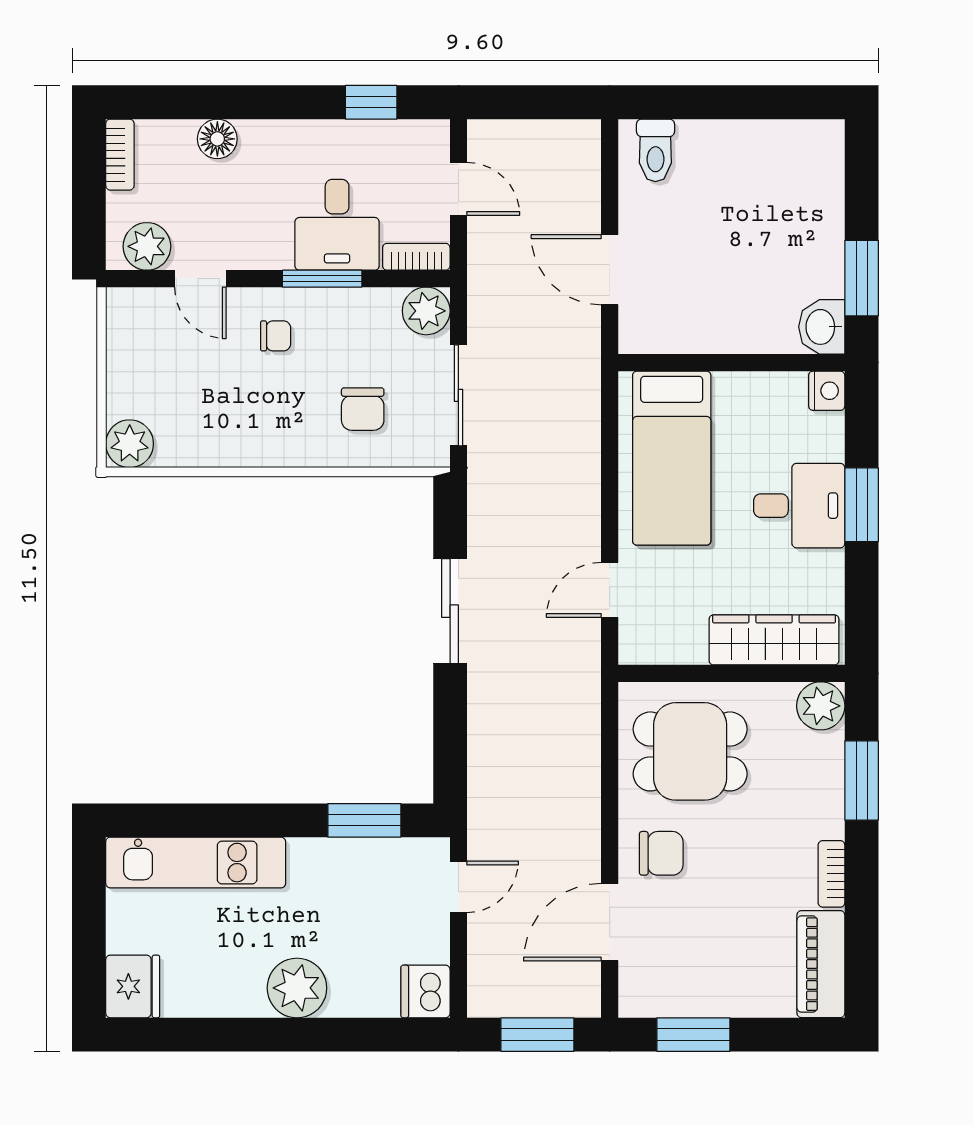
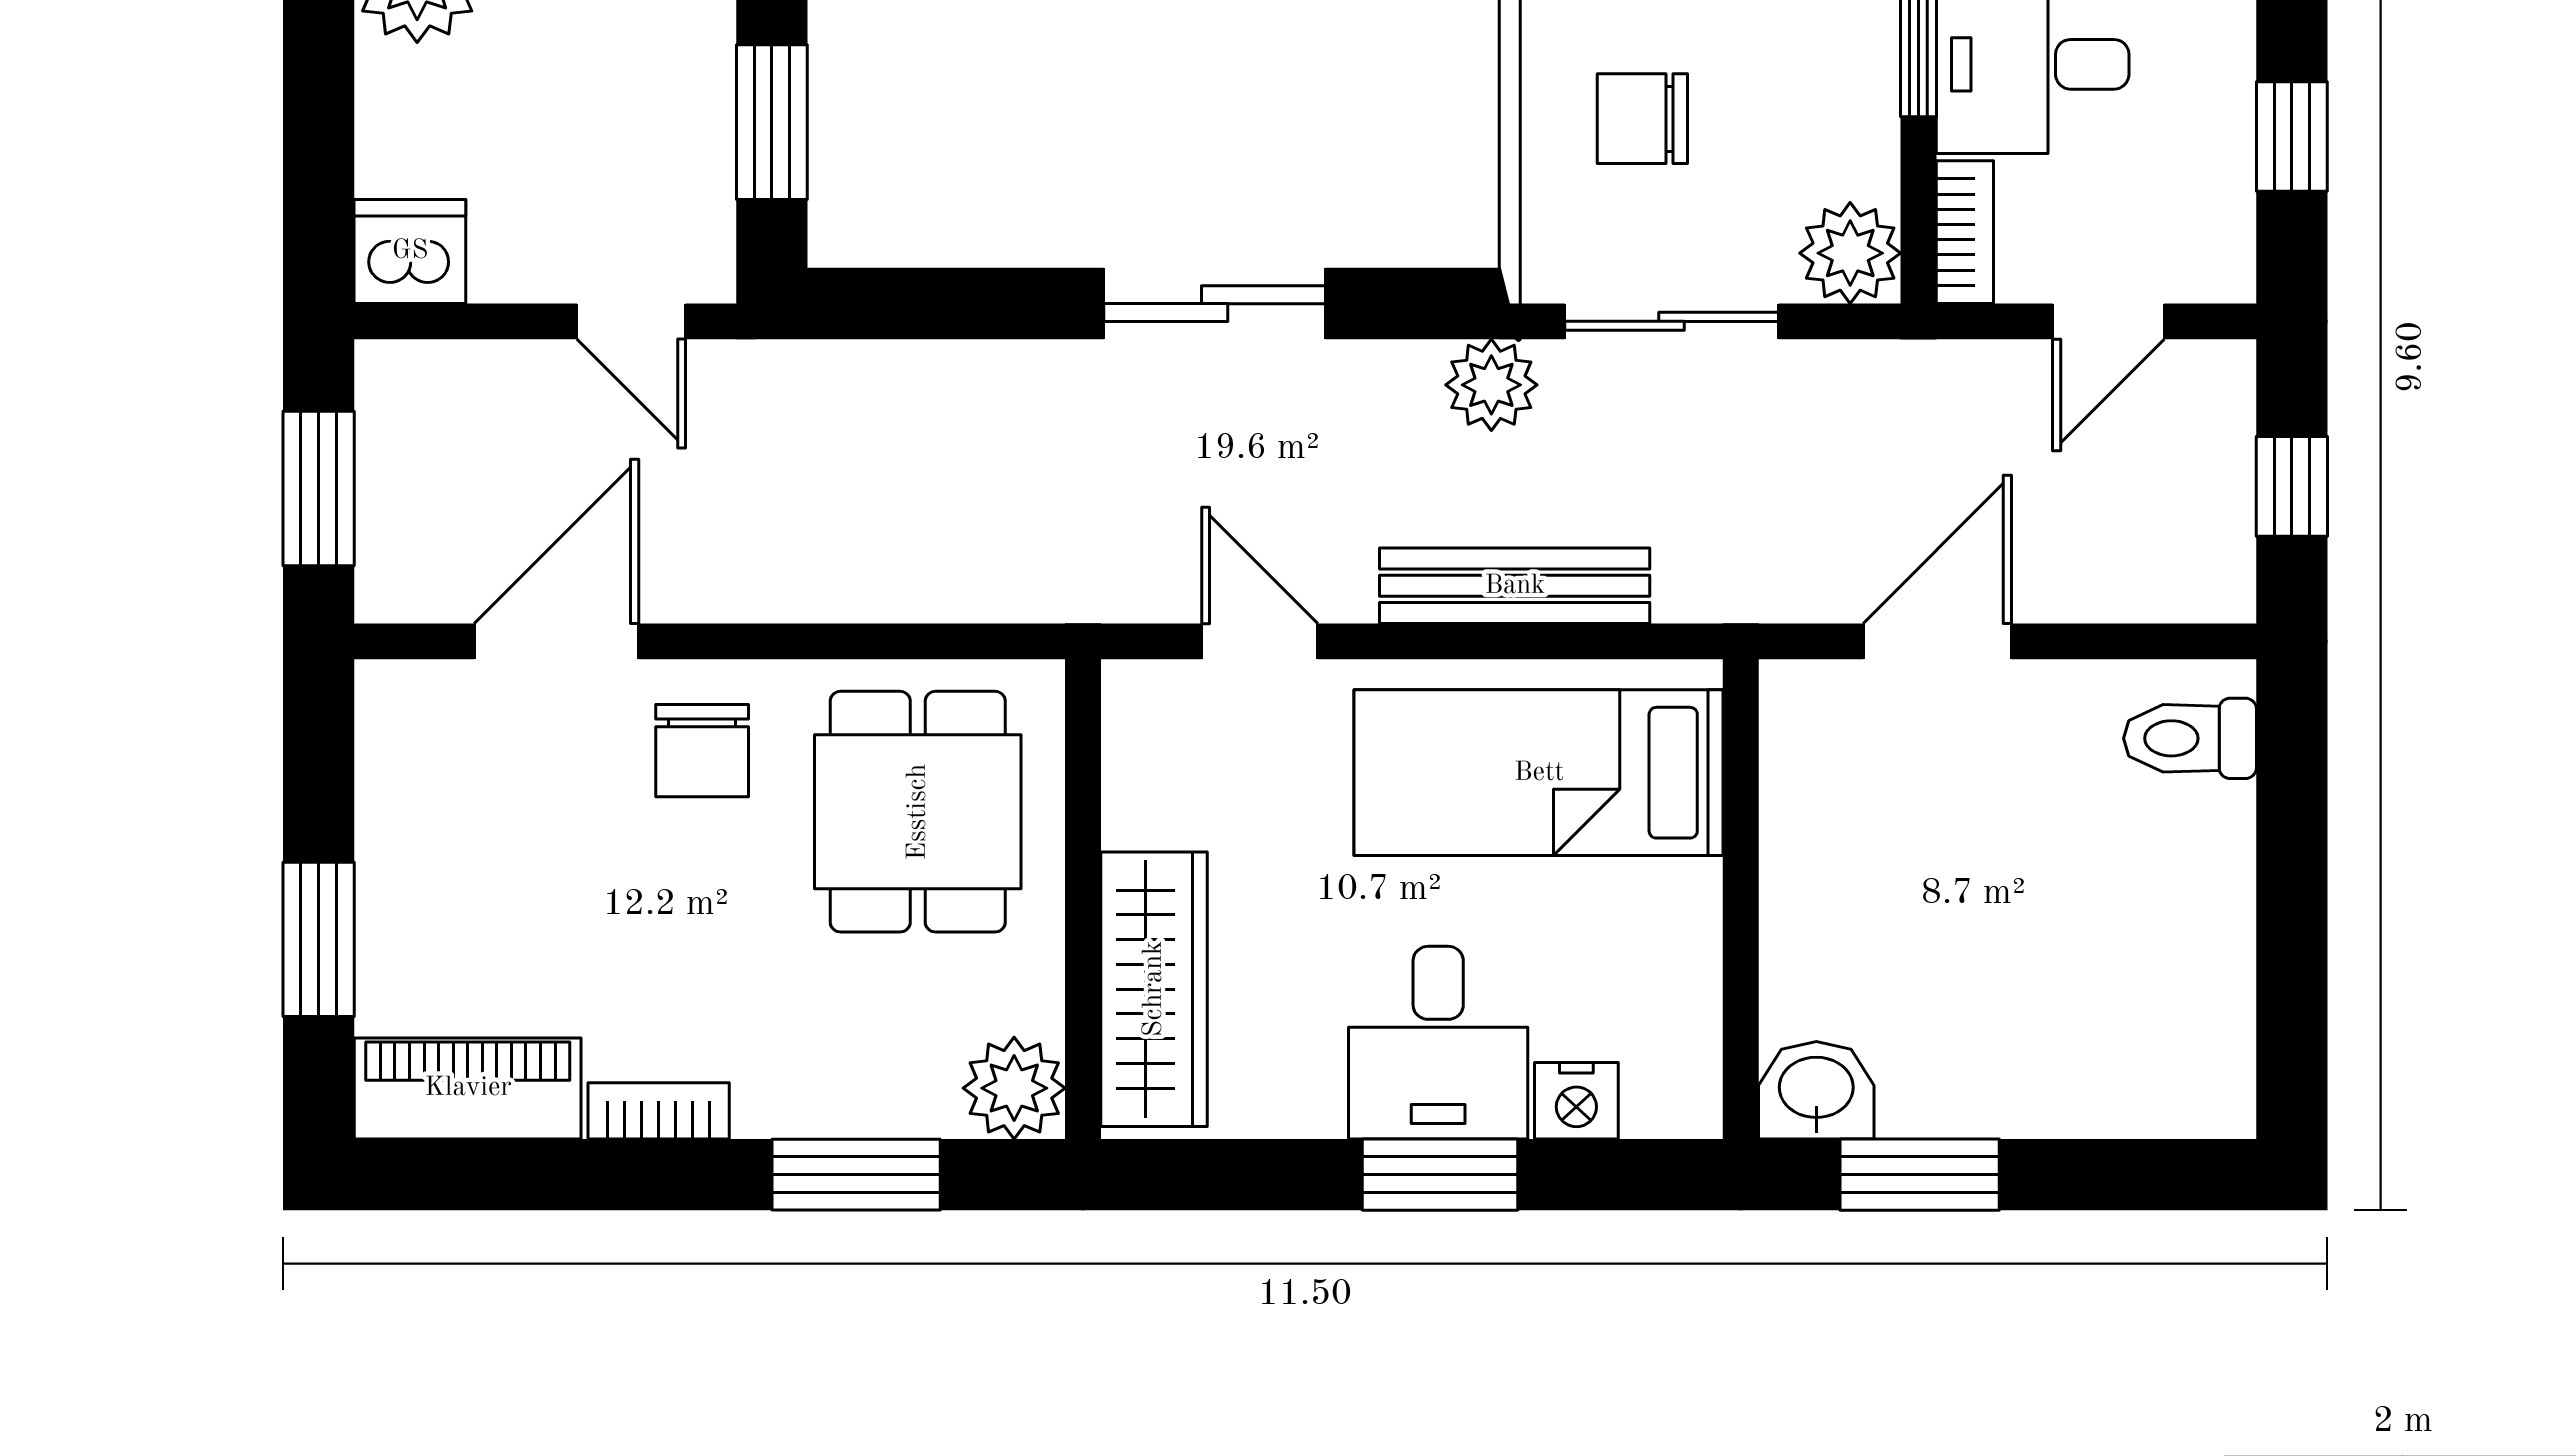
window: (536, 102) -> (2292, 486), added
nightstand: (827, 391) -> (1576, 1101), moved
bench: (583, 469) -> (1515, 586), added
plant: (488, 480) -> (1491, 385), added
door: (610, 922) -> (556, 641), hinge flipped
window: (693, 1035) -> (319, 939), moved

